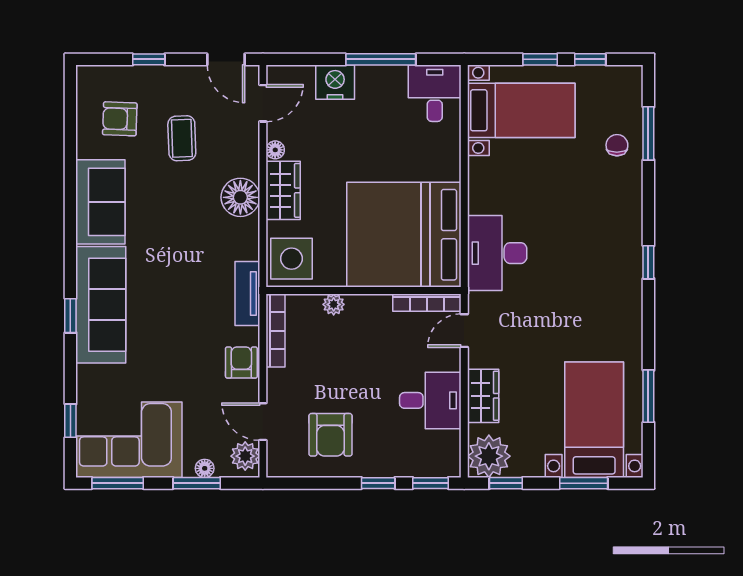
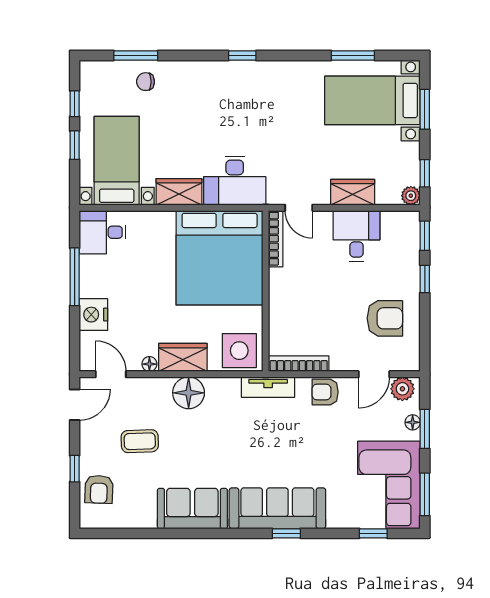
armchair: (120, 119) -> (99, 489), moved
wardrobe: (484, 186) -> (179, 192), added
plant: (334, 304) -> (277, 316), removed
plant: (489, 456) -> (411, 196), width x0.53, depth x0.53

